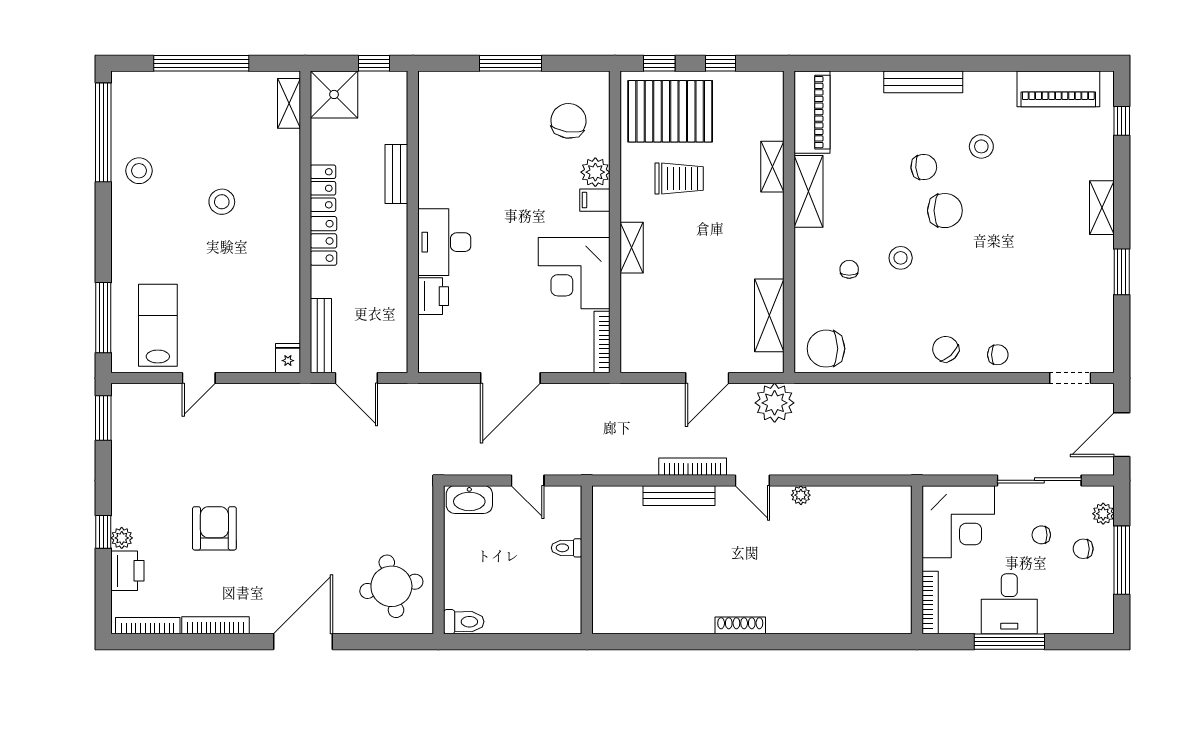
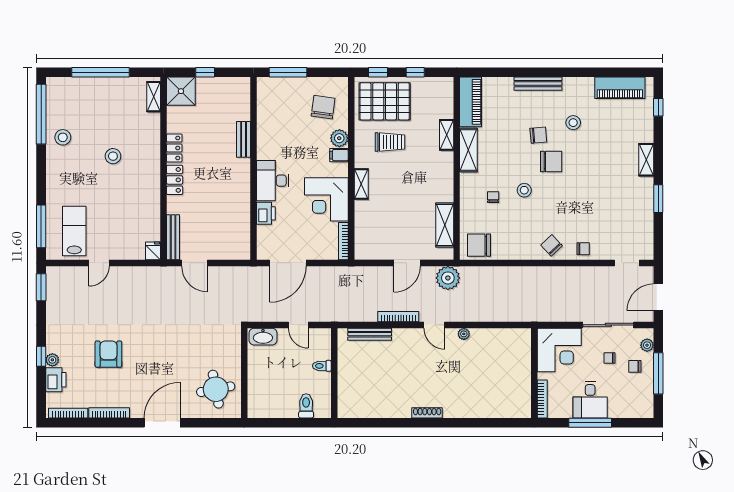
bench: (396, 174) -> (244, 139), moved
wall: (413, 222) -> (254, 168), moved
desk: (444, 242) -> (273, 181), moved
printer: (433, 296) -> (266, 213), moved
bench: (679, 496) -> (370, 334), moved
toilet: (464, 622) -> (306, 406), moved, turned -90

